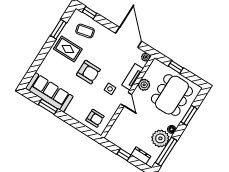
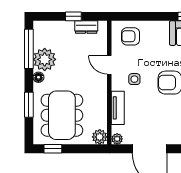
window: (176, 67) -> (53, 149), moved
plant: (144, 85) -> (100, 137), moved
door: (126, 99) -> (109, 65), moved
dresser: (141, 156) -> (86, 27), moved

